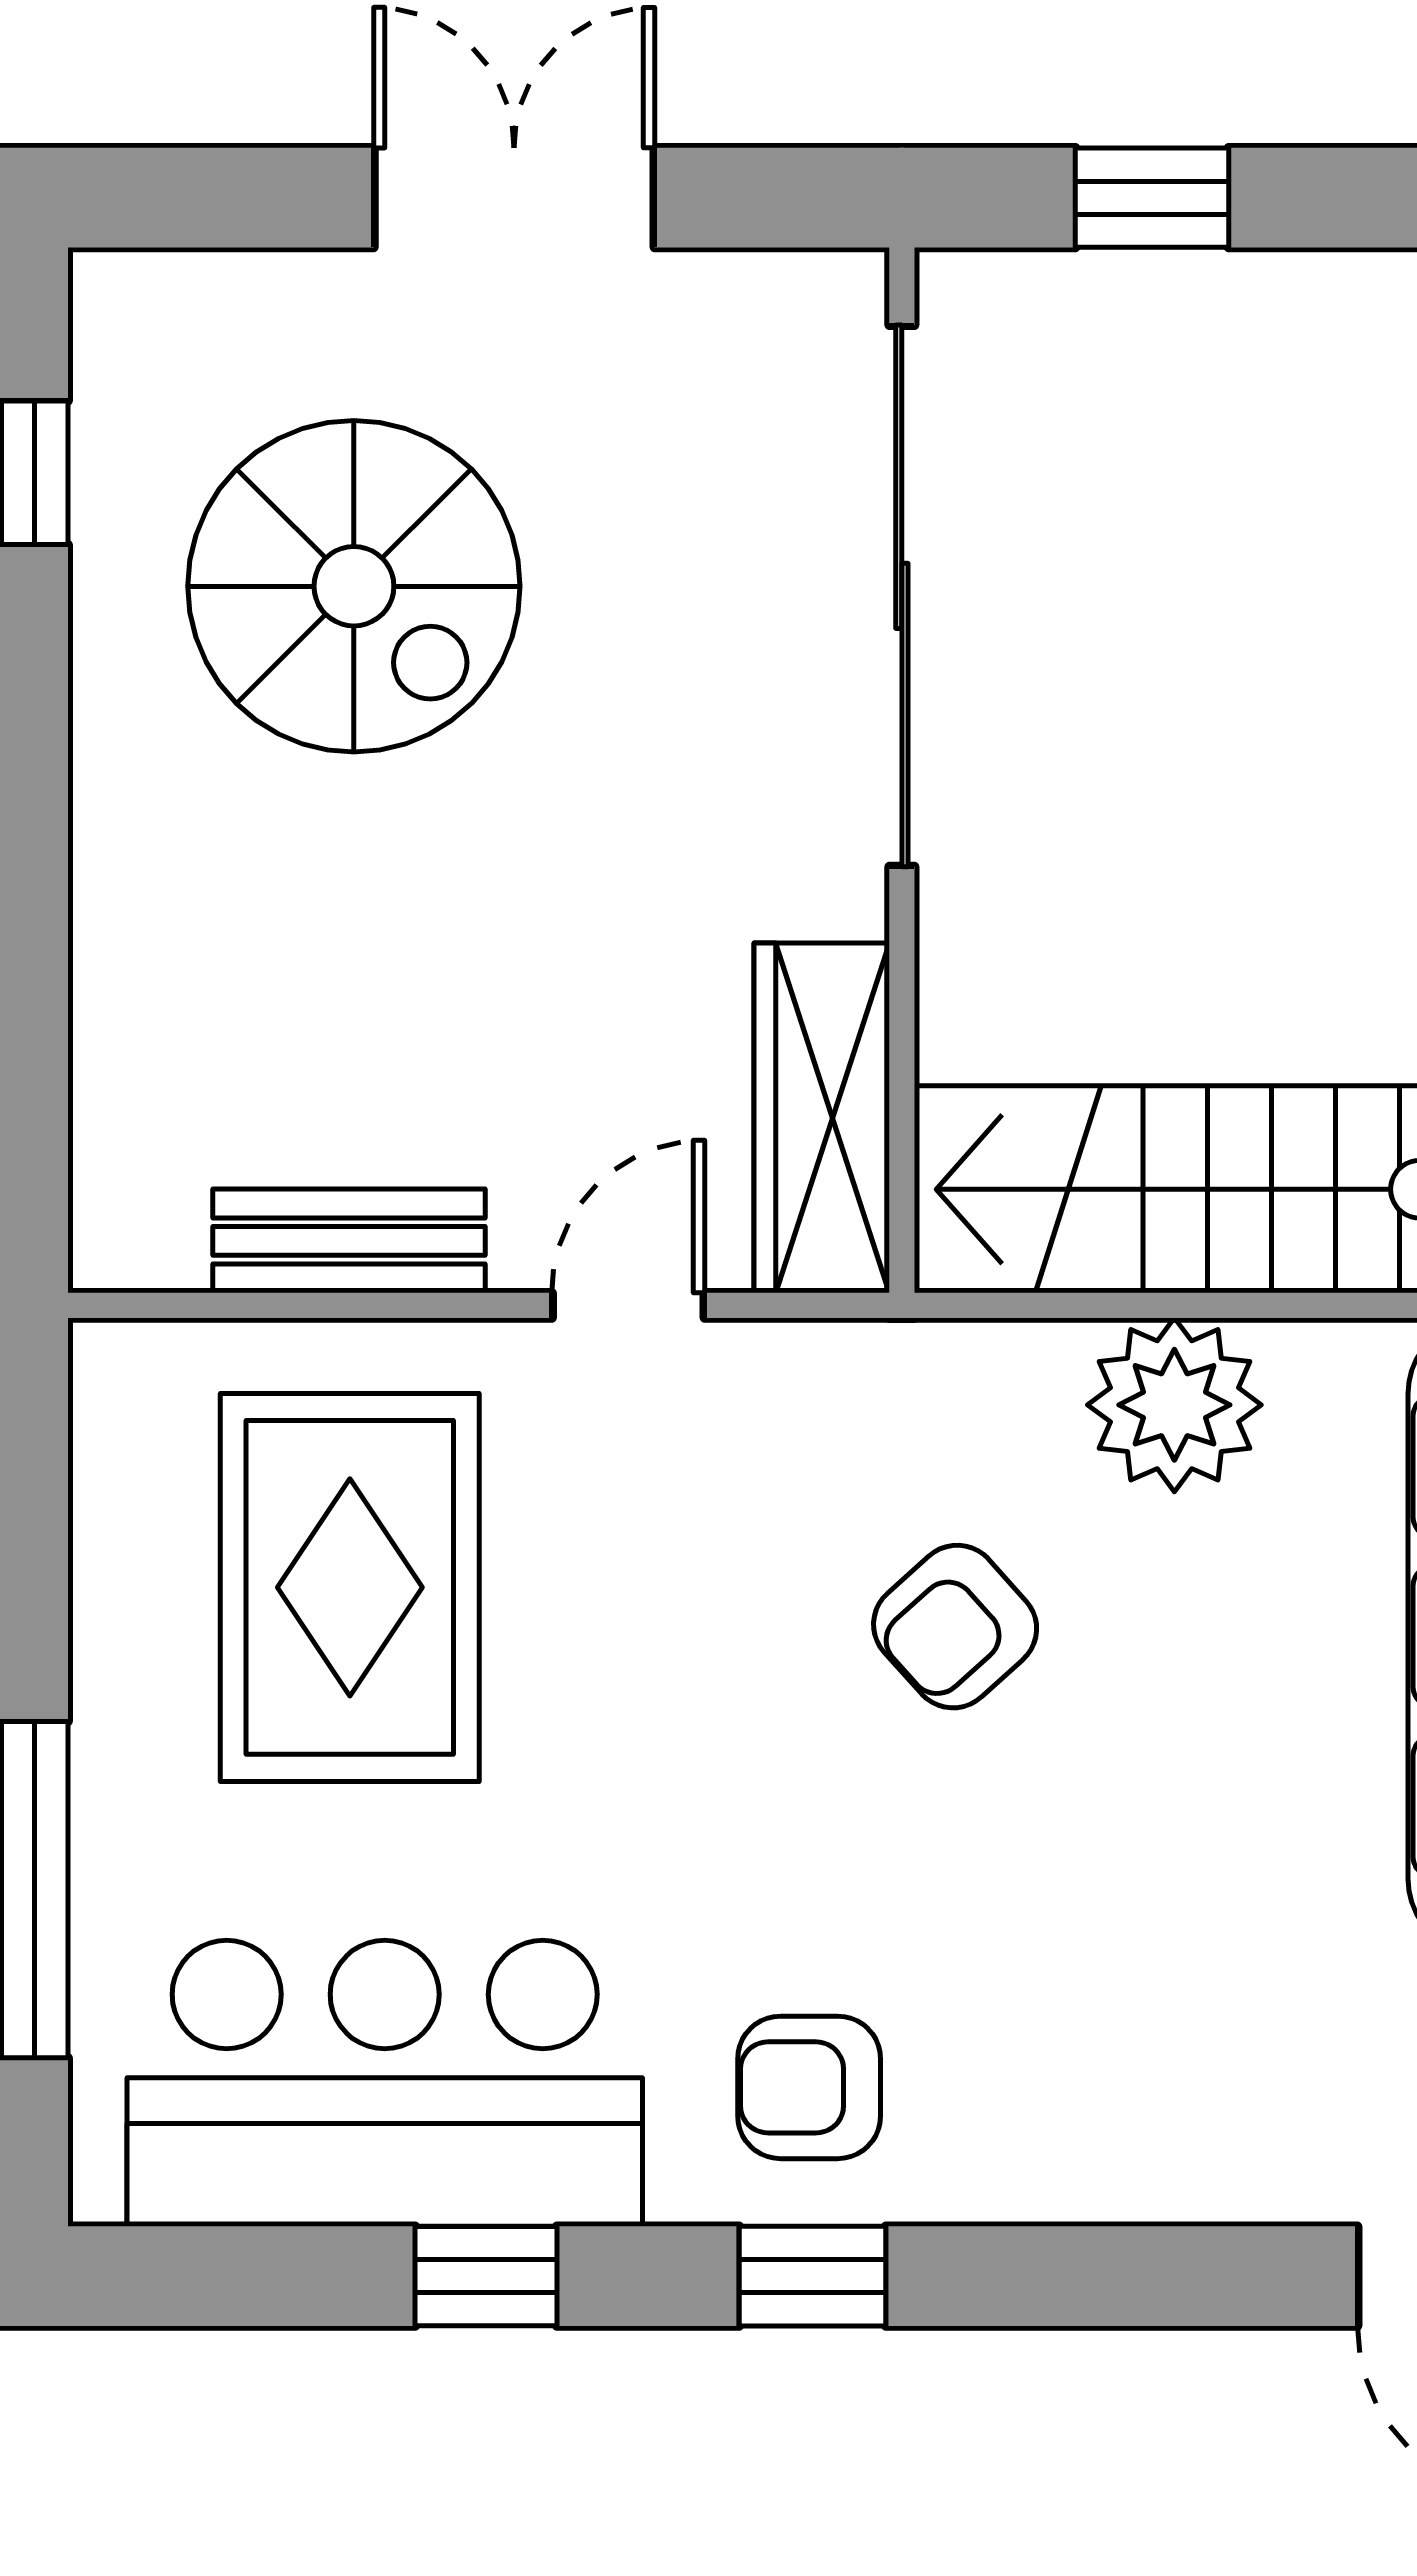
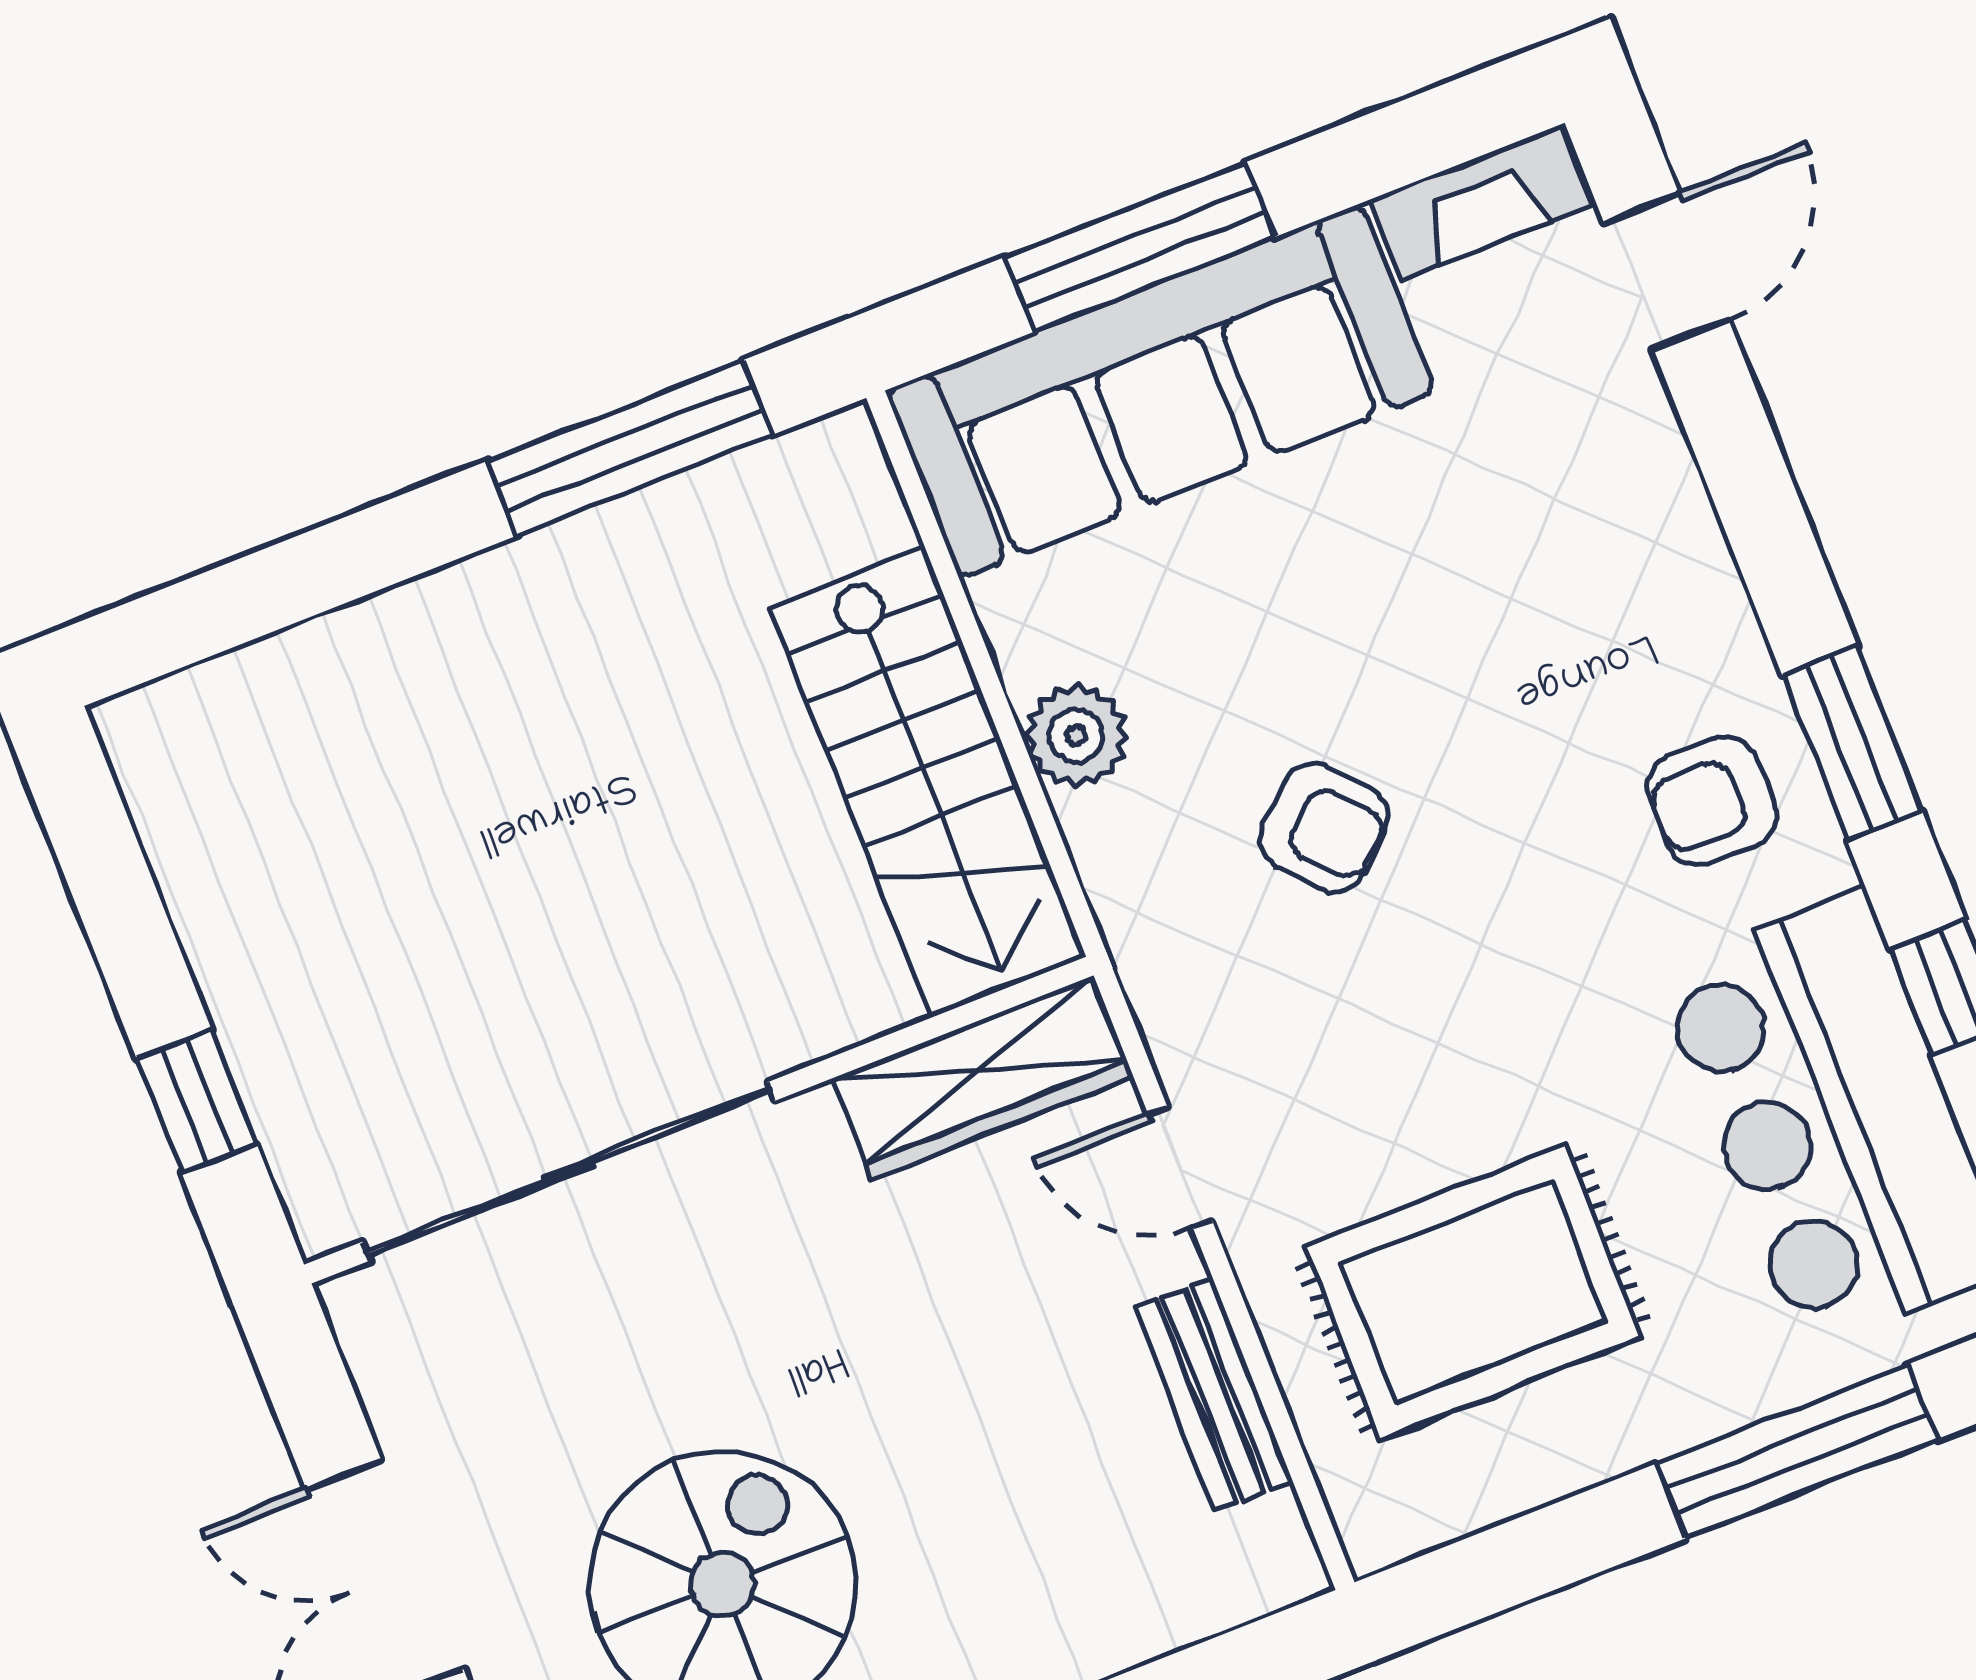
plant: (1174, 1405) -> (1076, 736), width x0.73, depth x0.73
armchair: (809, 2087) -> (1712, 801), turned 90
window: (813, 2276) -> (1852, 743), width x1.50

